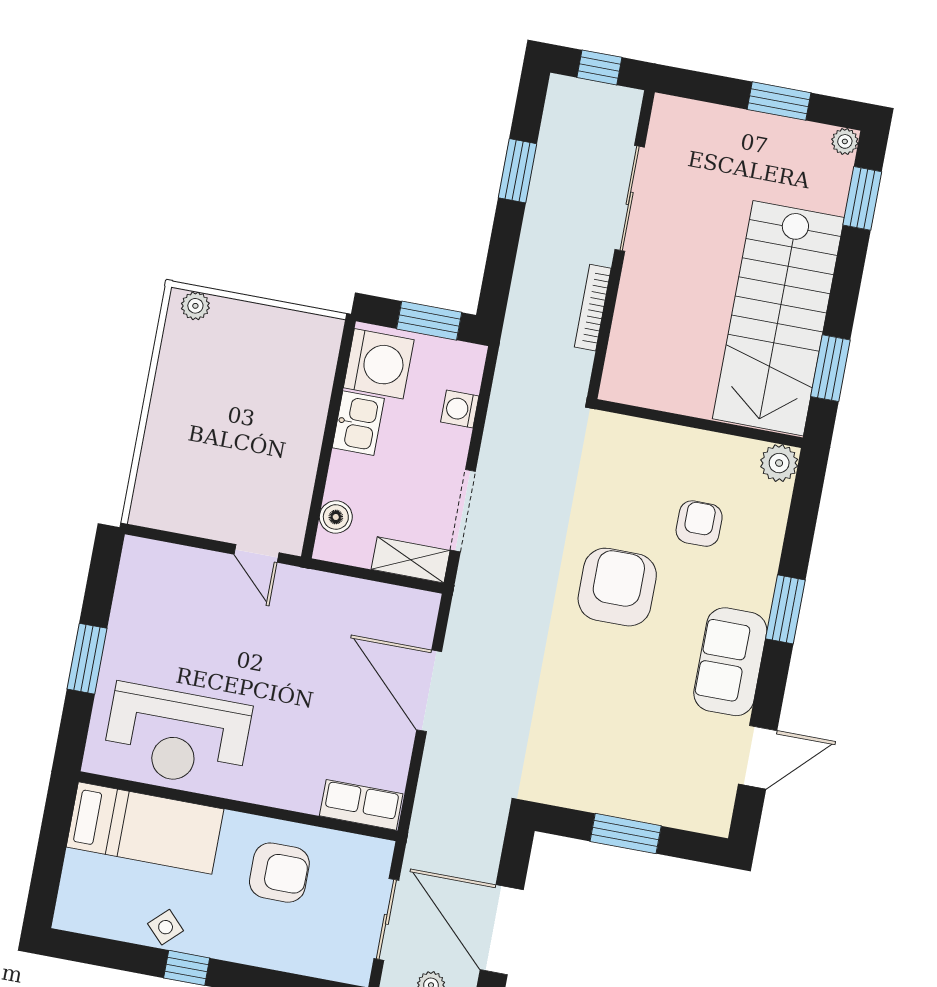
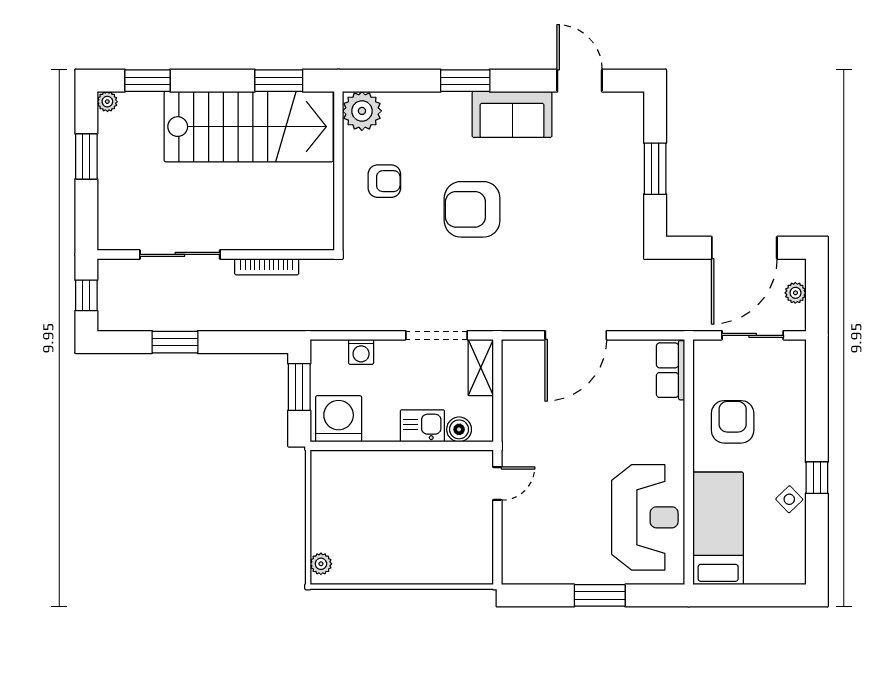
kitchen sink: (358, 423) -> (422, 426), moved
plant: (779, 463) -> (362, 111), width x1.36, depth x1.36
armchair: (699, 524) -> (384, 181), moved, turned 180

